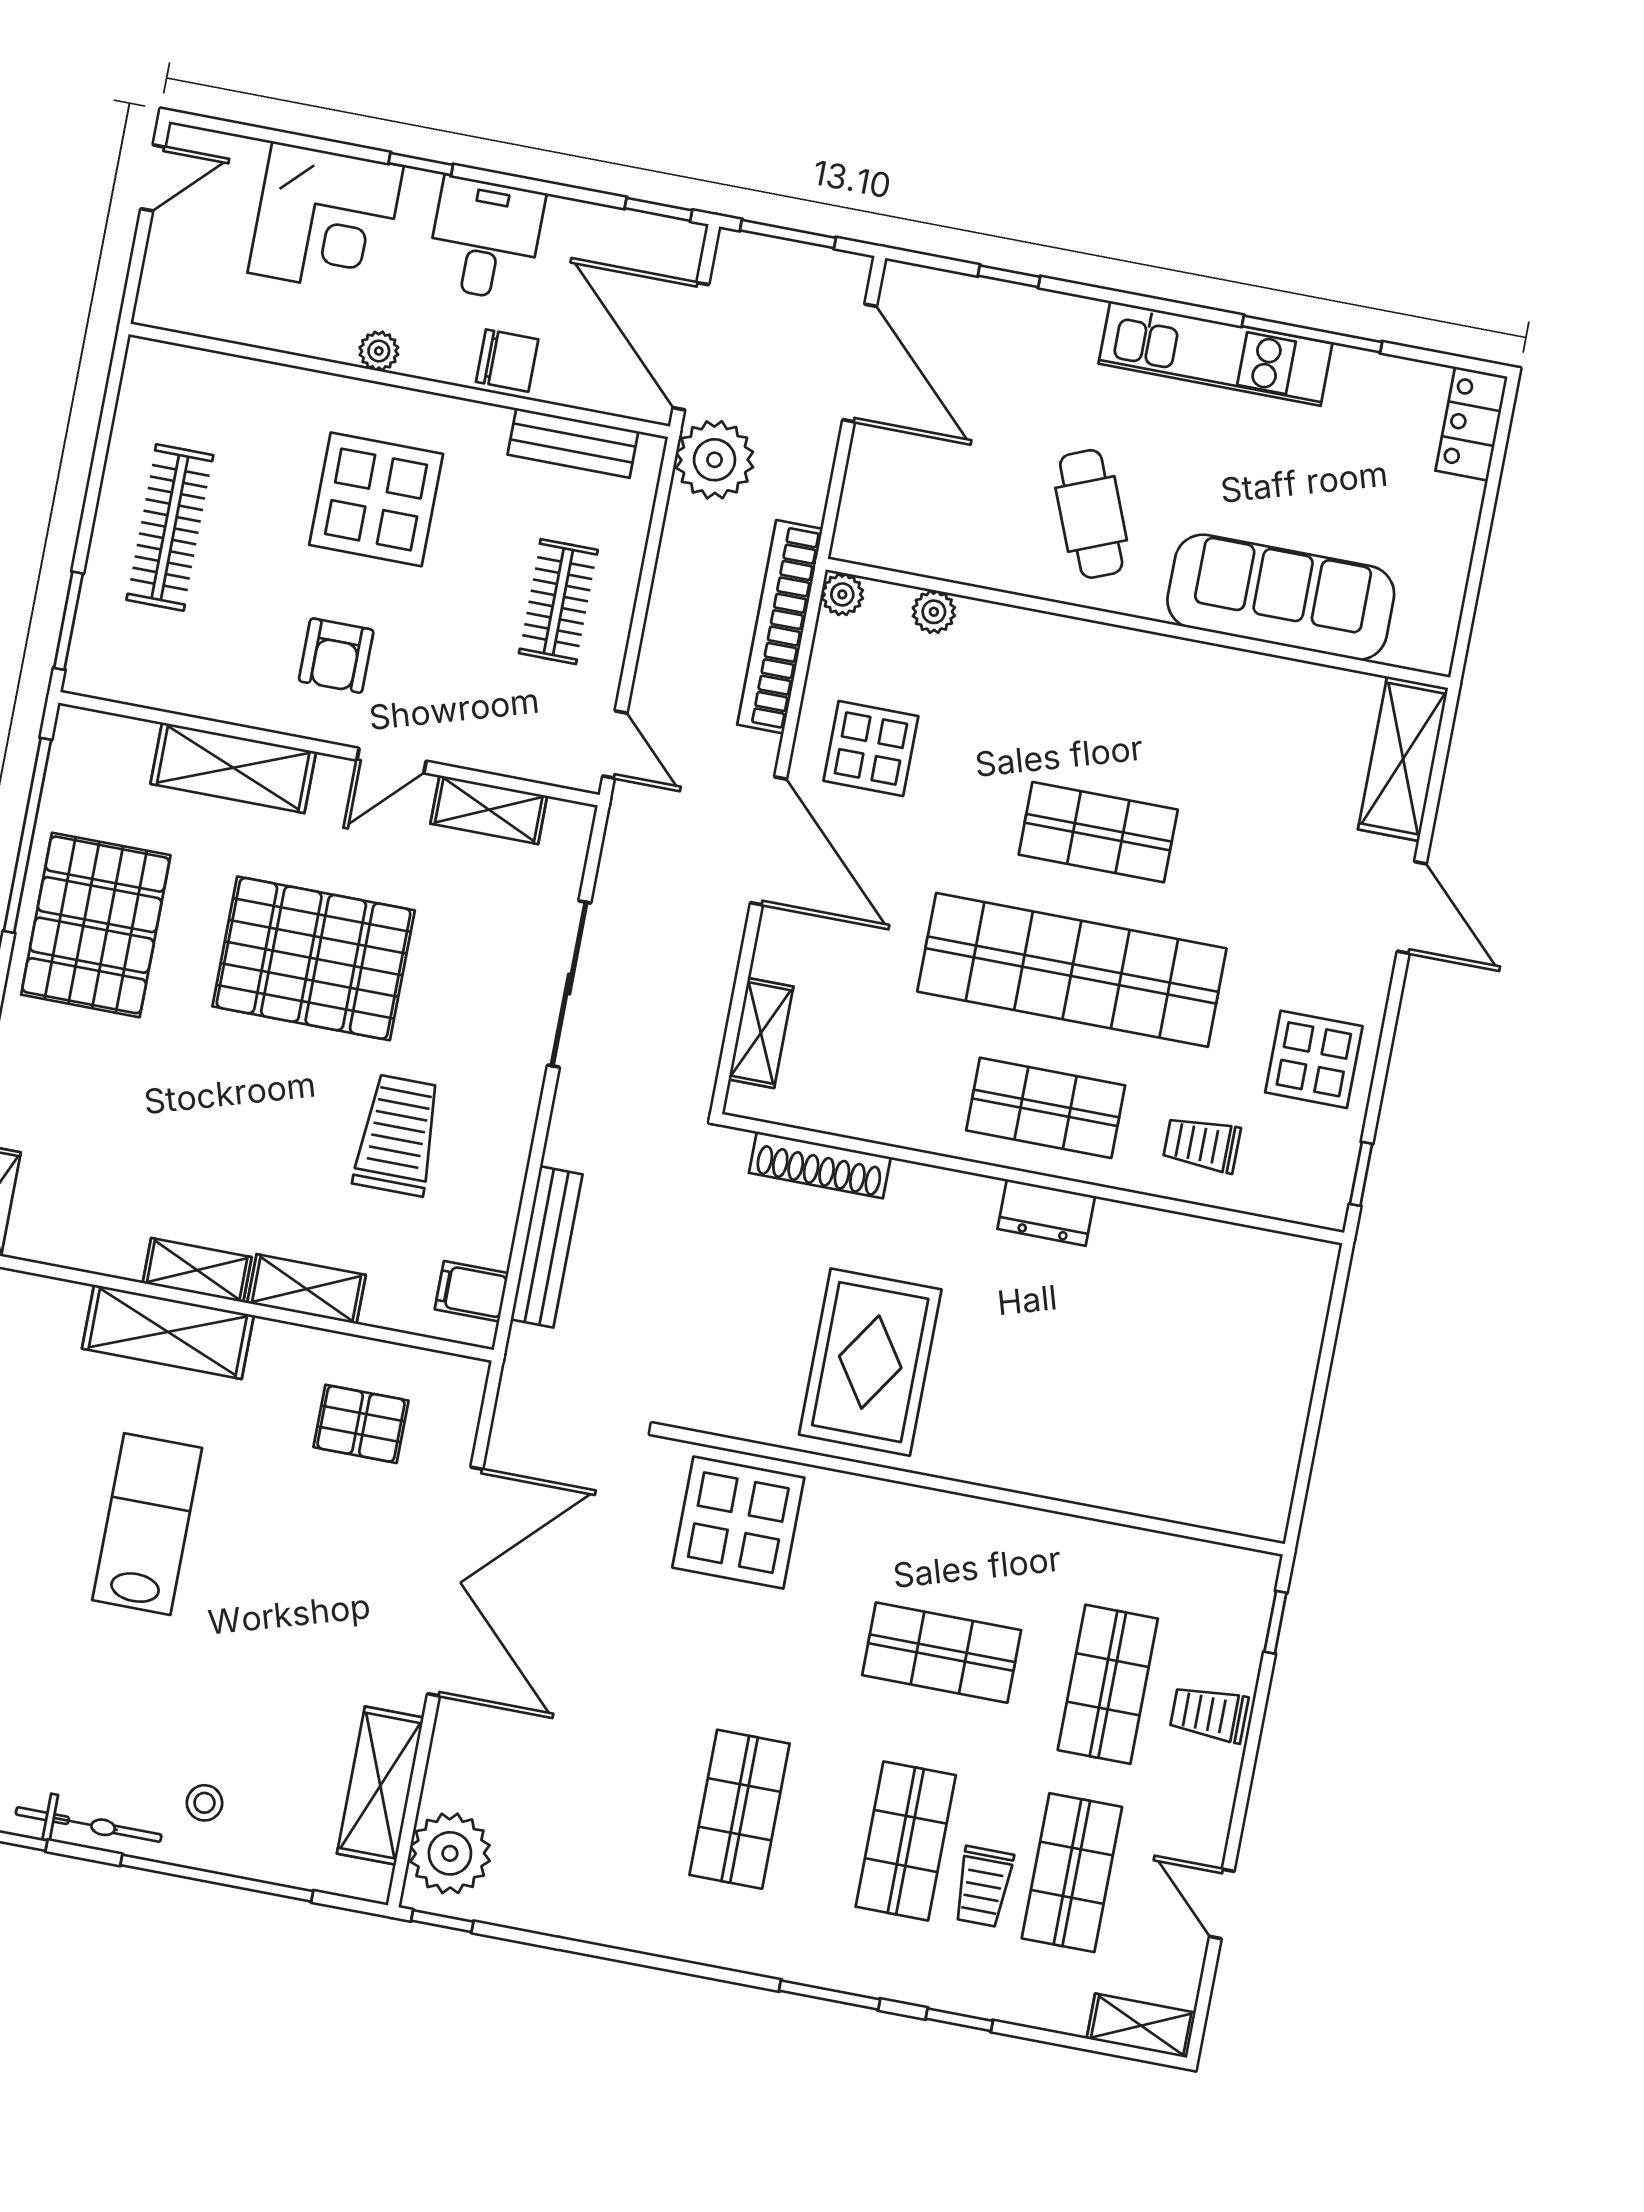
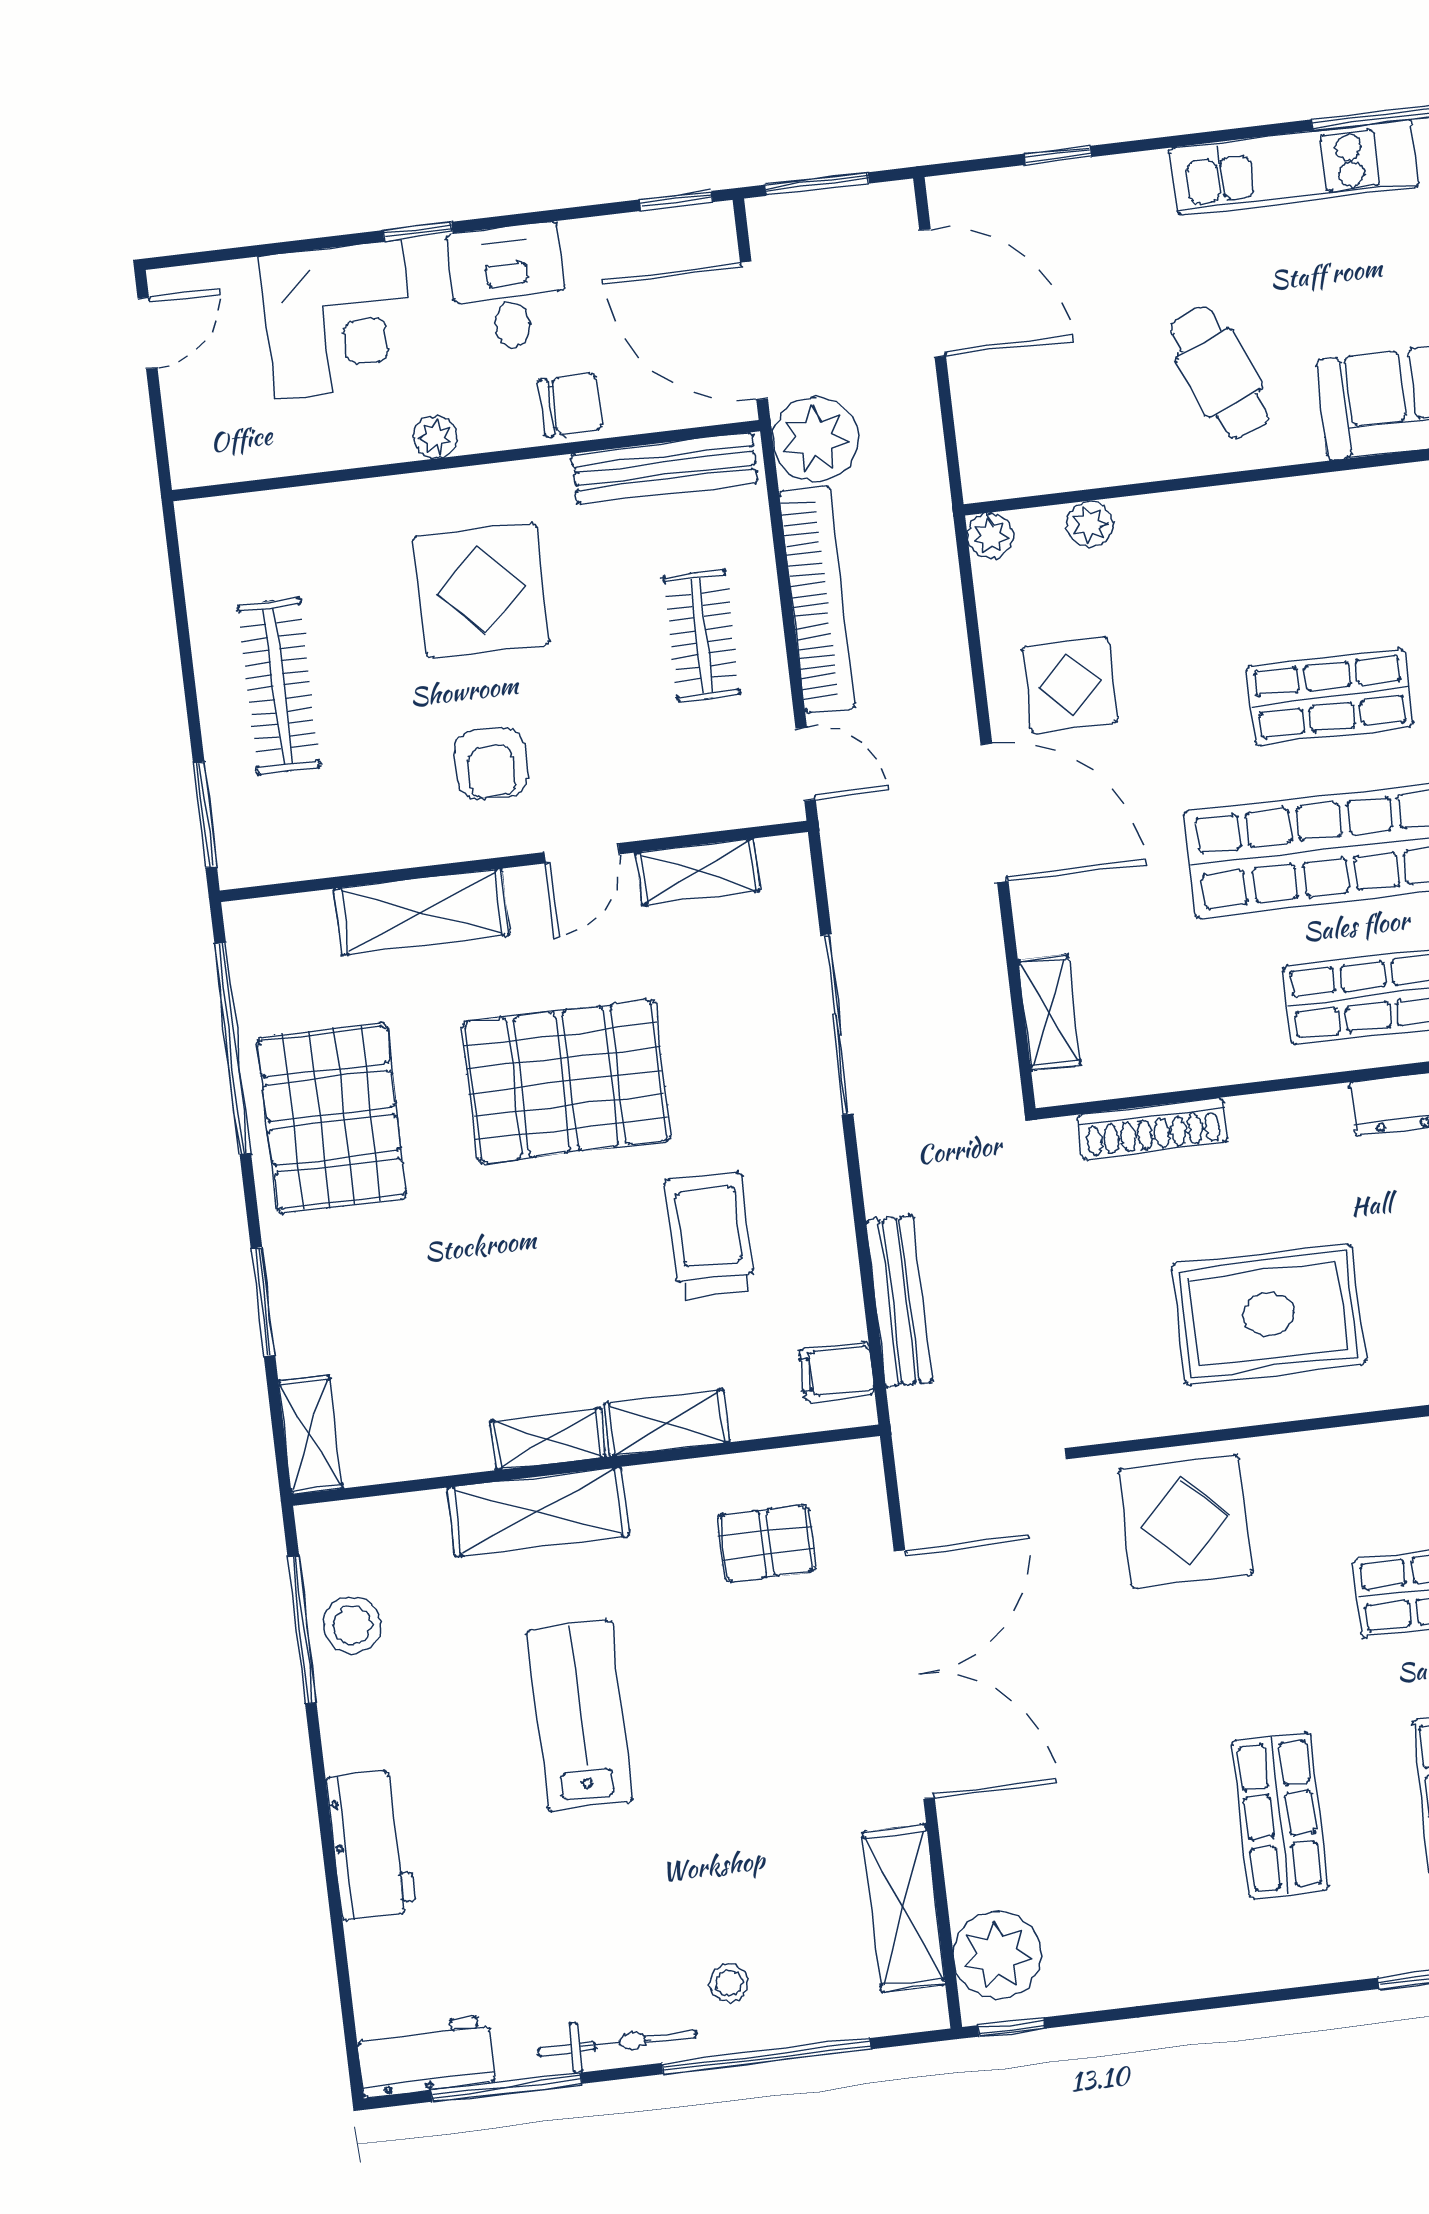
bench: (573, 443) -> (665, 468), width x1.36
bookcase: (780, 627) -> (817, 599), moved, turned 180
rug: (870, 1362) -> (1269, 1314), turned 90

